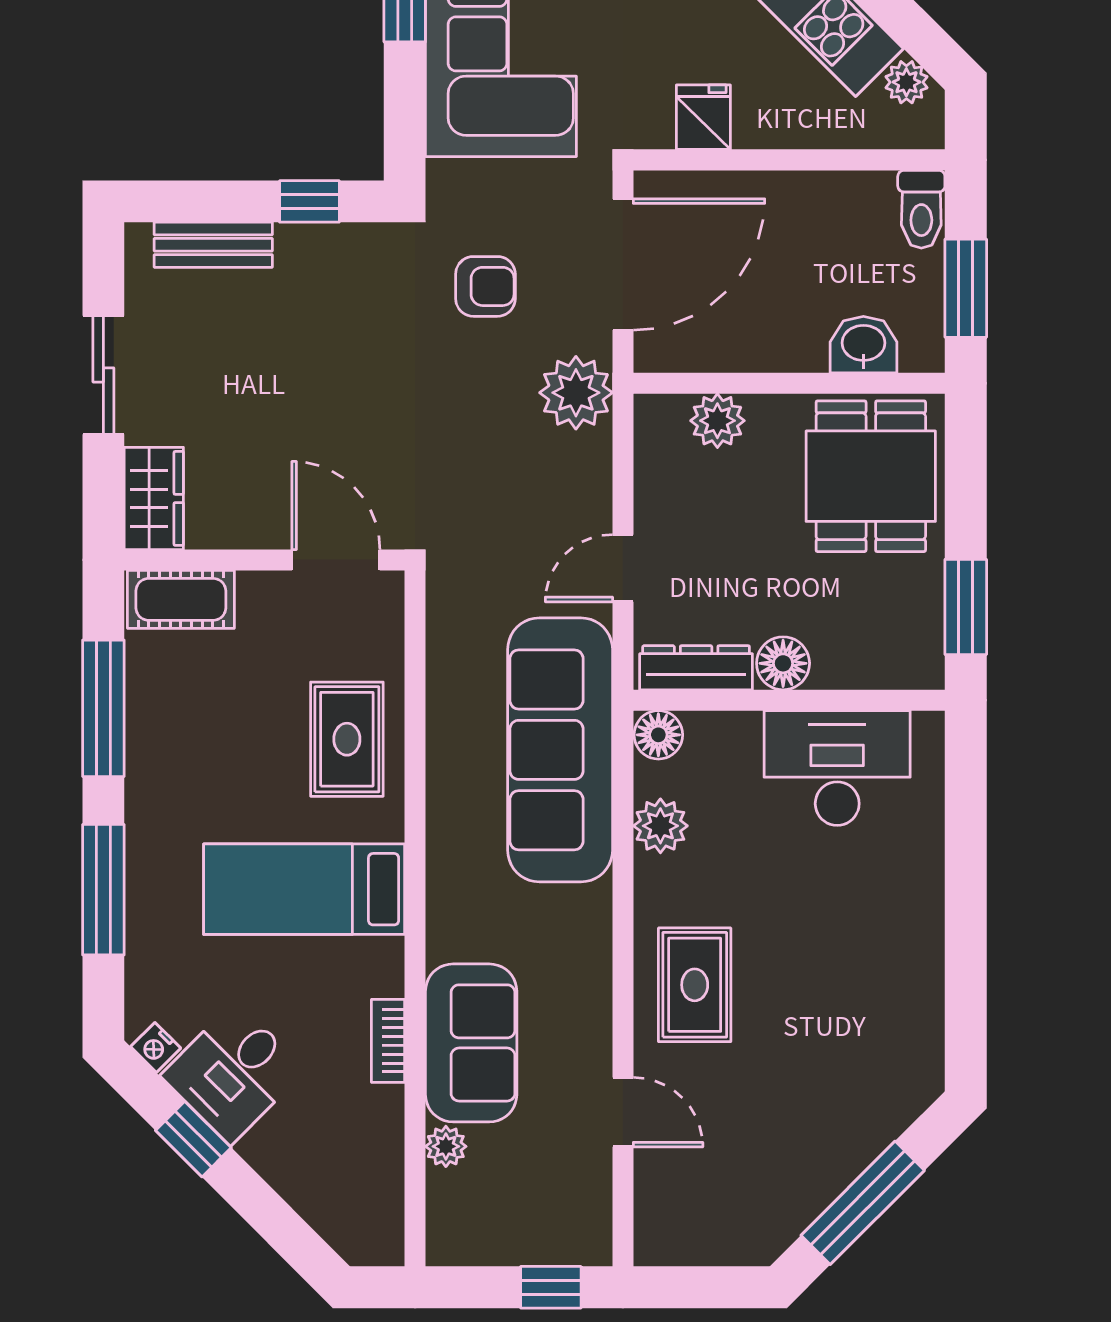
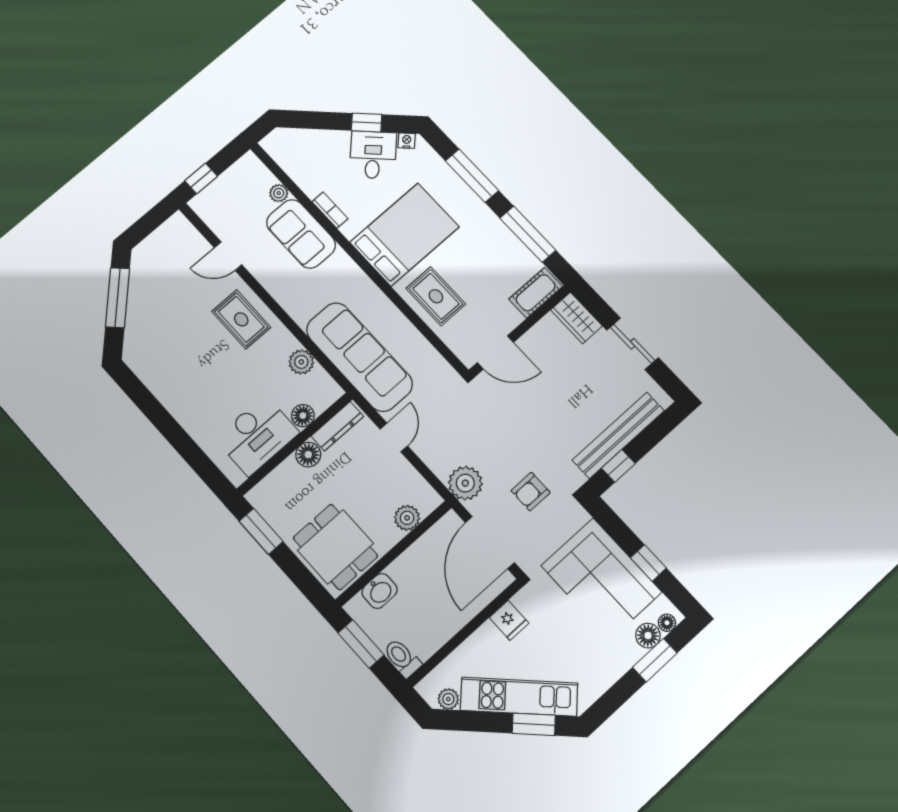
bench: (213, 245) -> (618, 435), width x1.86, depth x1.21
floor lamp: (658, 735) -> (303, 416), moved
bed: (304, 889) -> (404, 235), width x1.50

